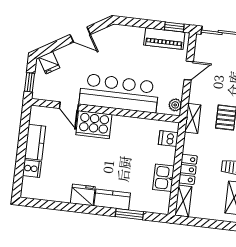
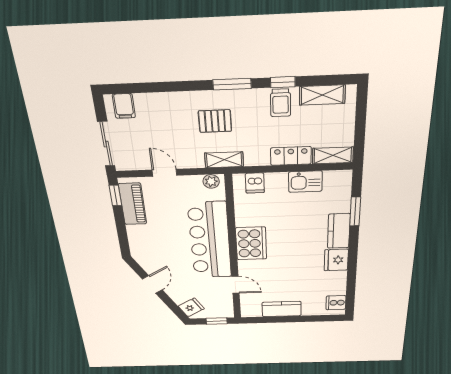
door: (69, 106) -> (235, 285), hinge flipped
cooker: (94, 125) -> (251, 243), moved
cooker: (32, 169) -> (336, 303), moved, turned -90

